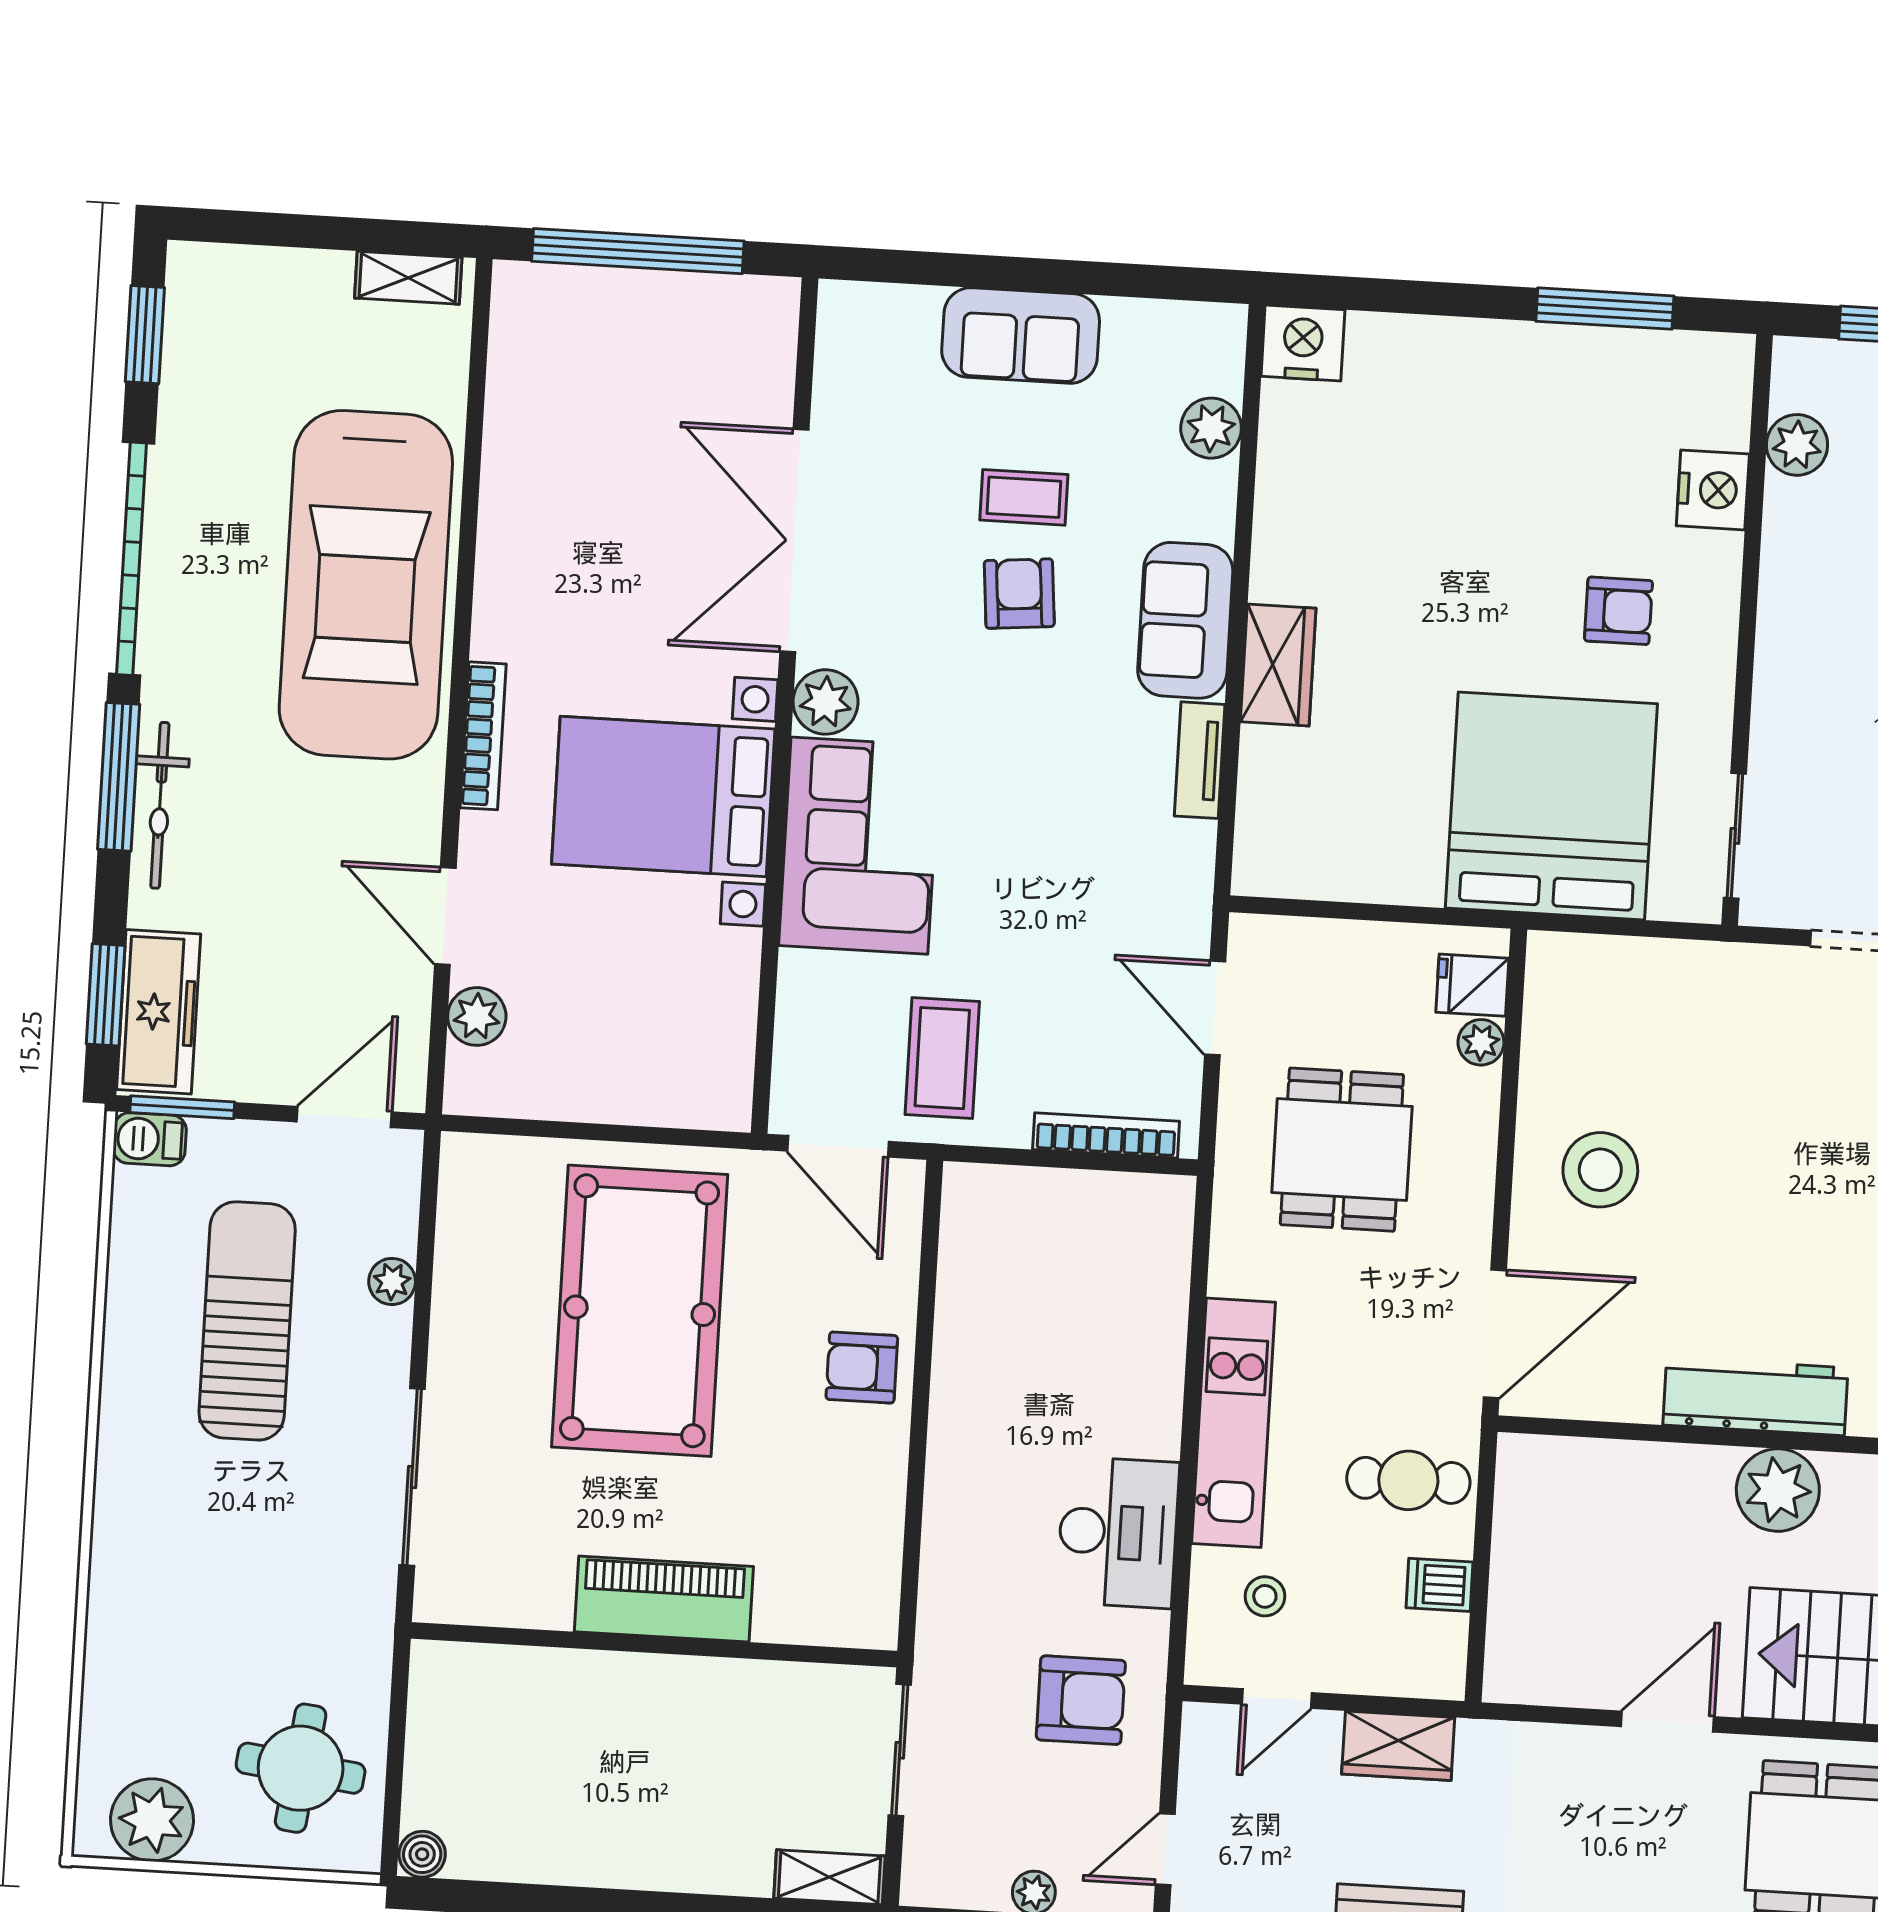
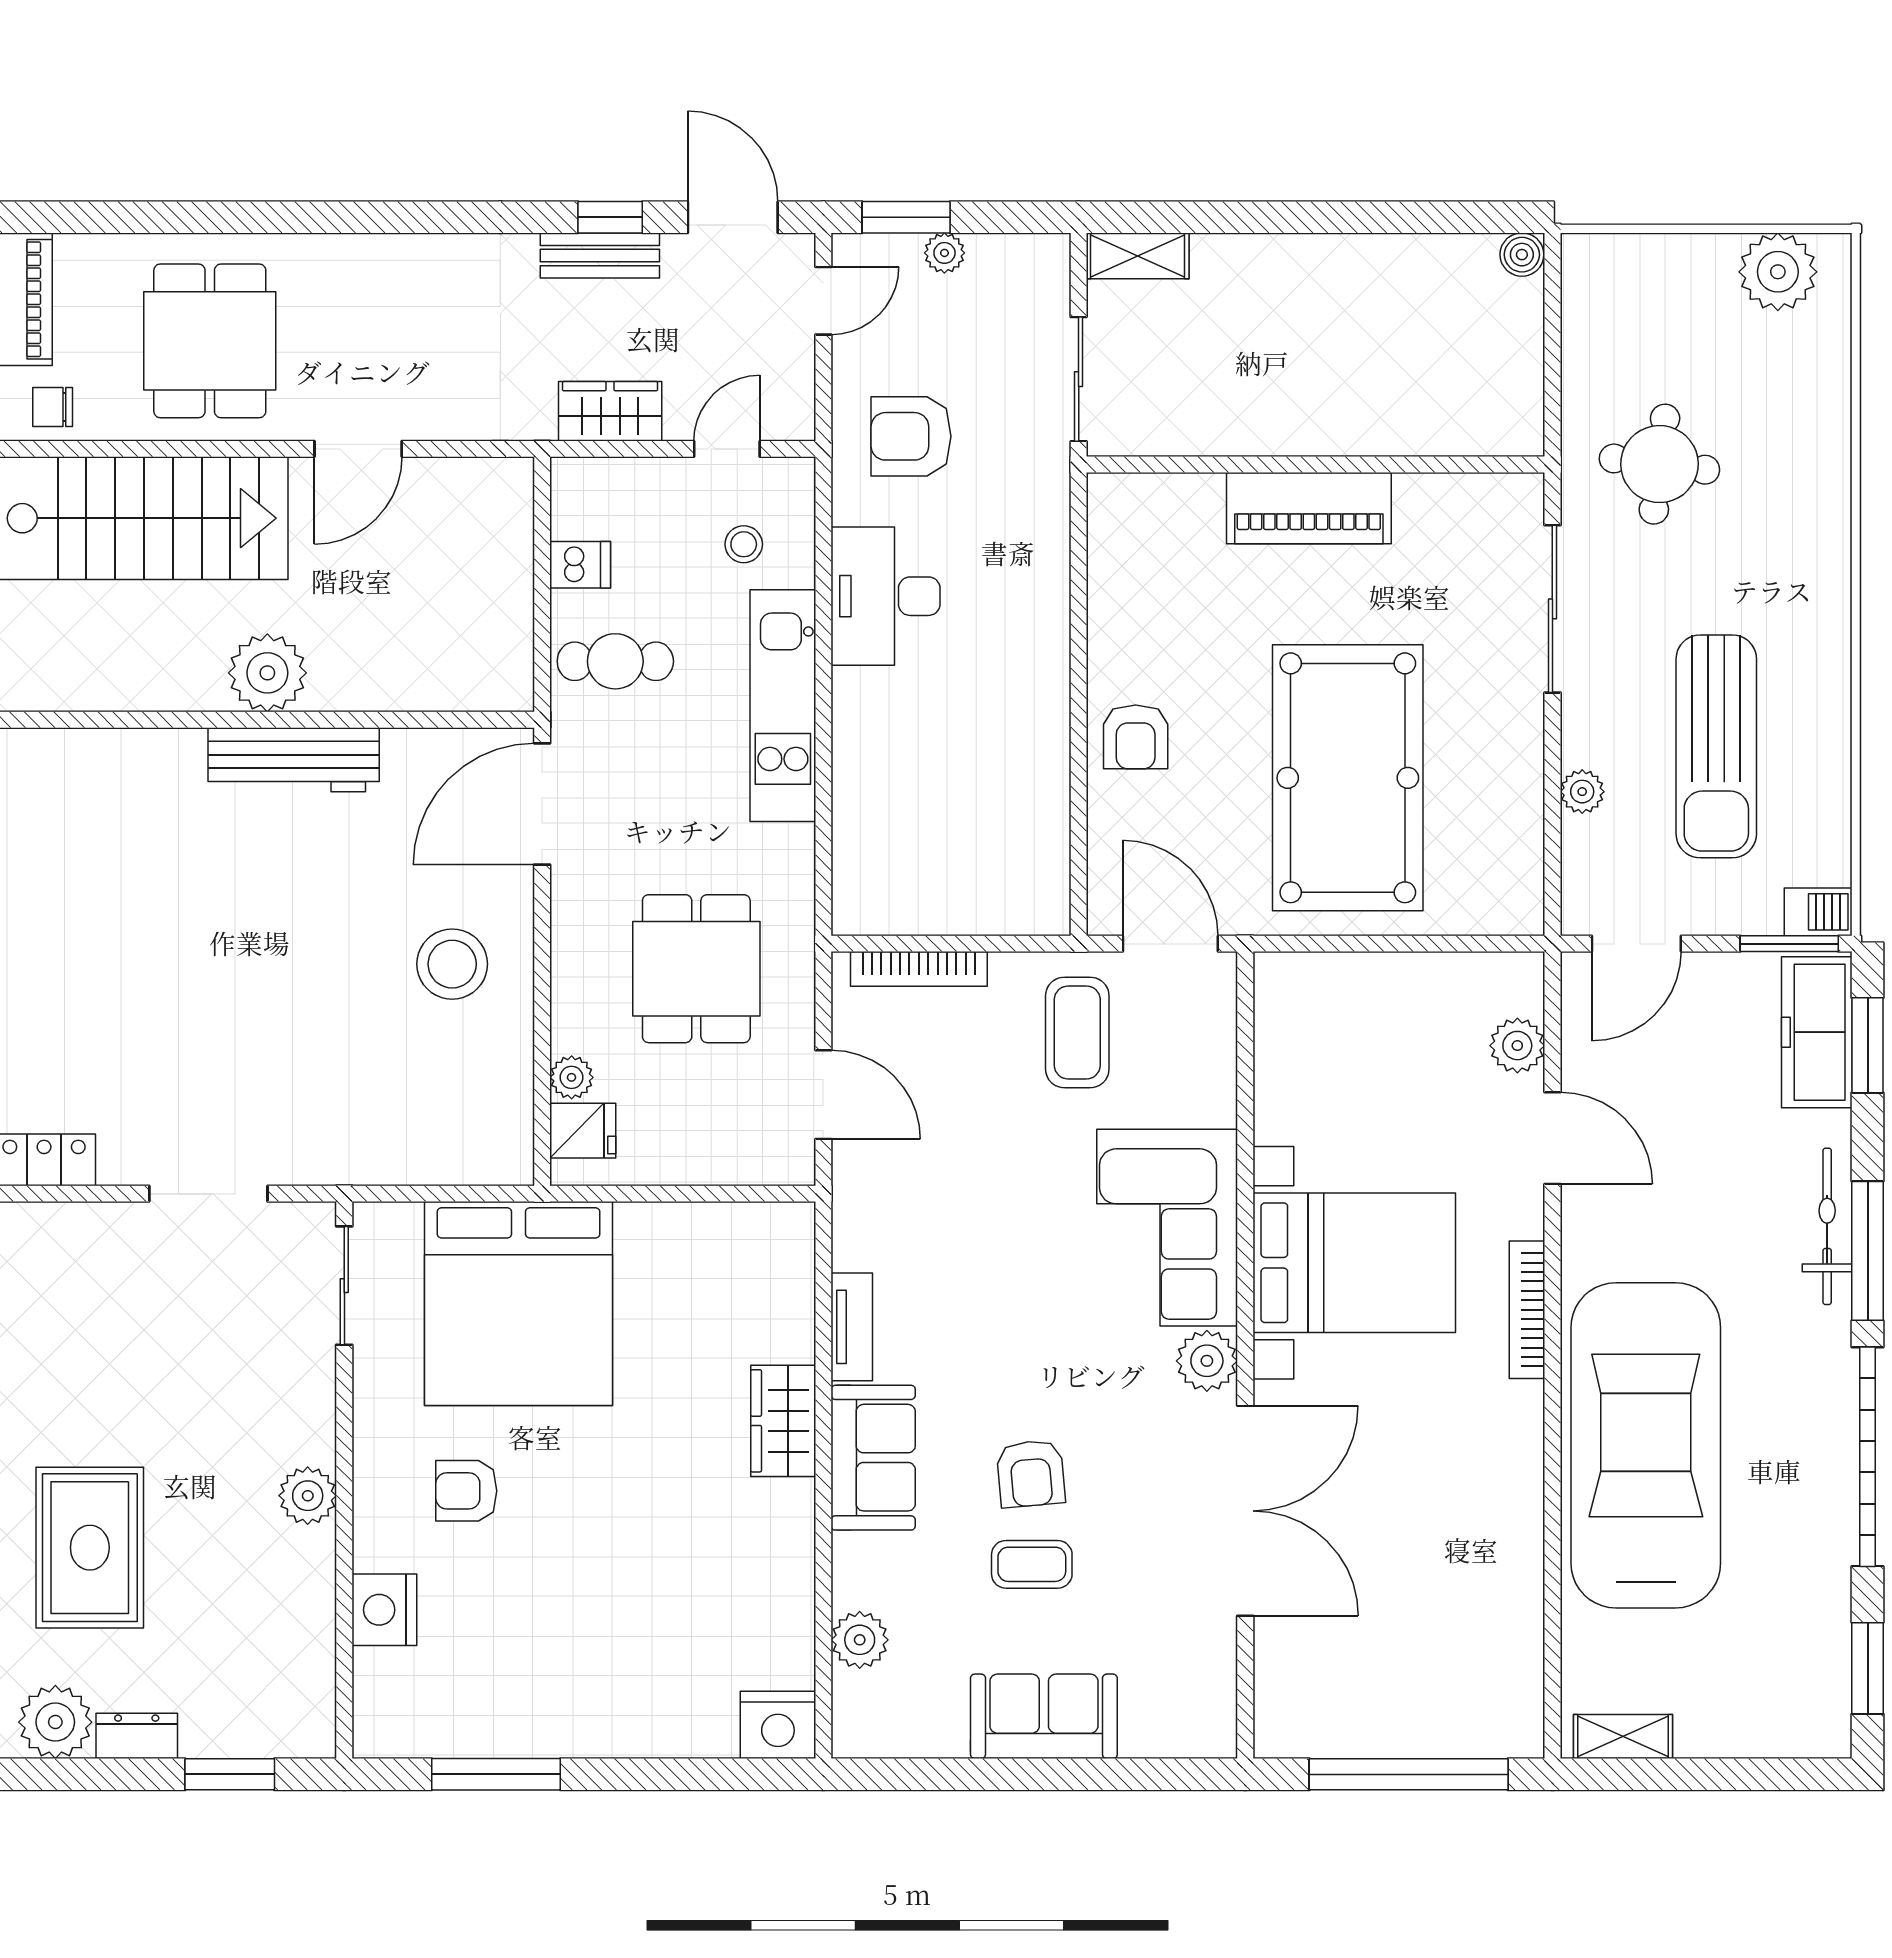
plant: (1797, 445) -> (308, 1496), moved
armchair: (862, 1367) -> (1136, 737), turned 90
round table: (301, 1768) -> (1659, 464), moved

